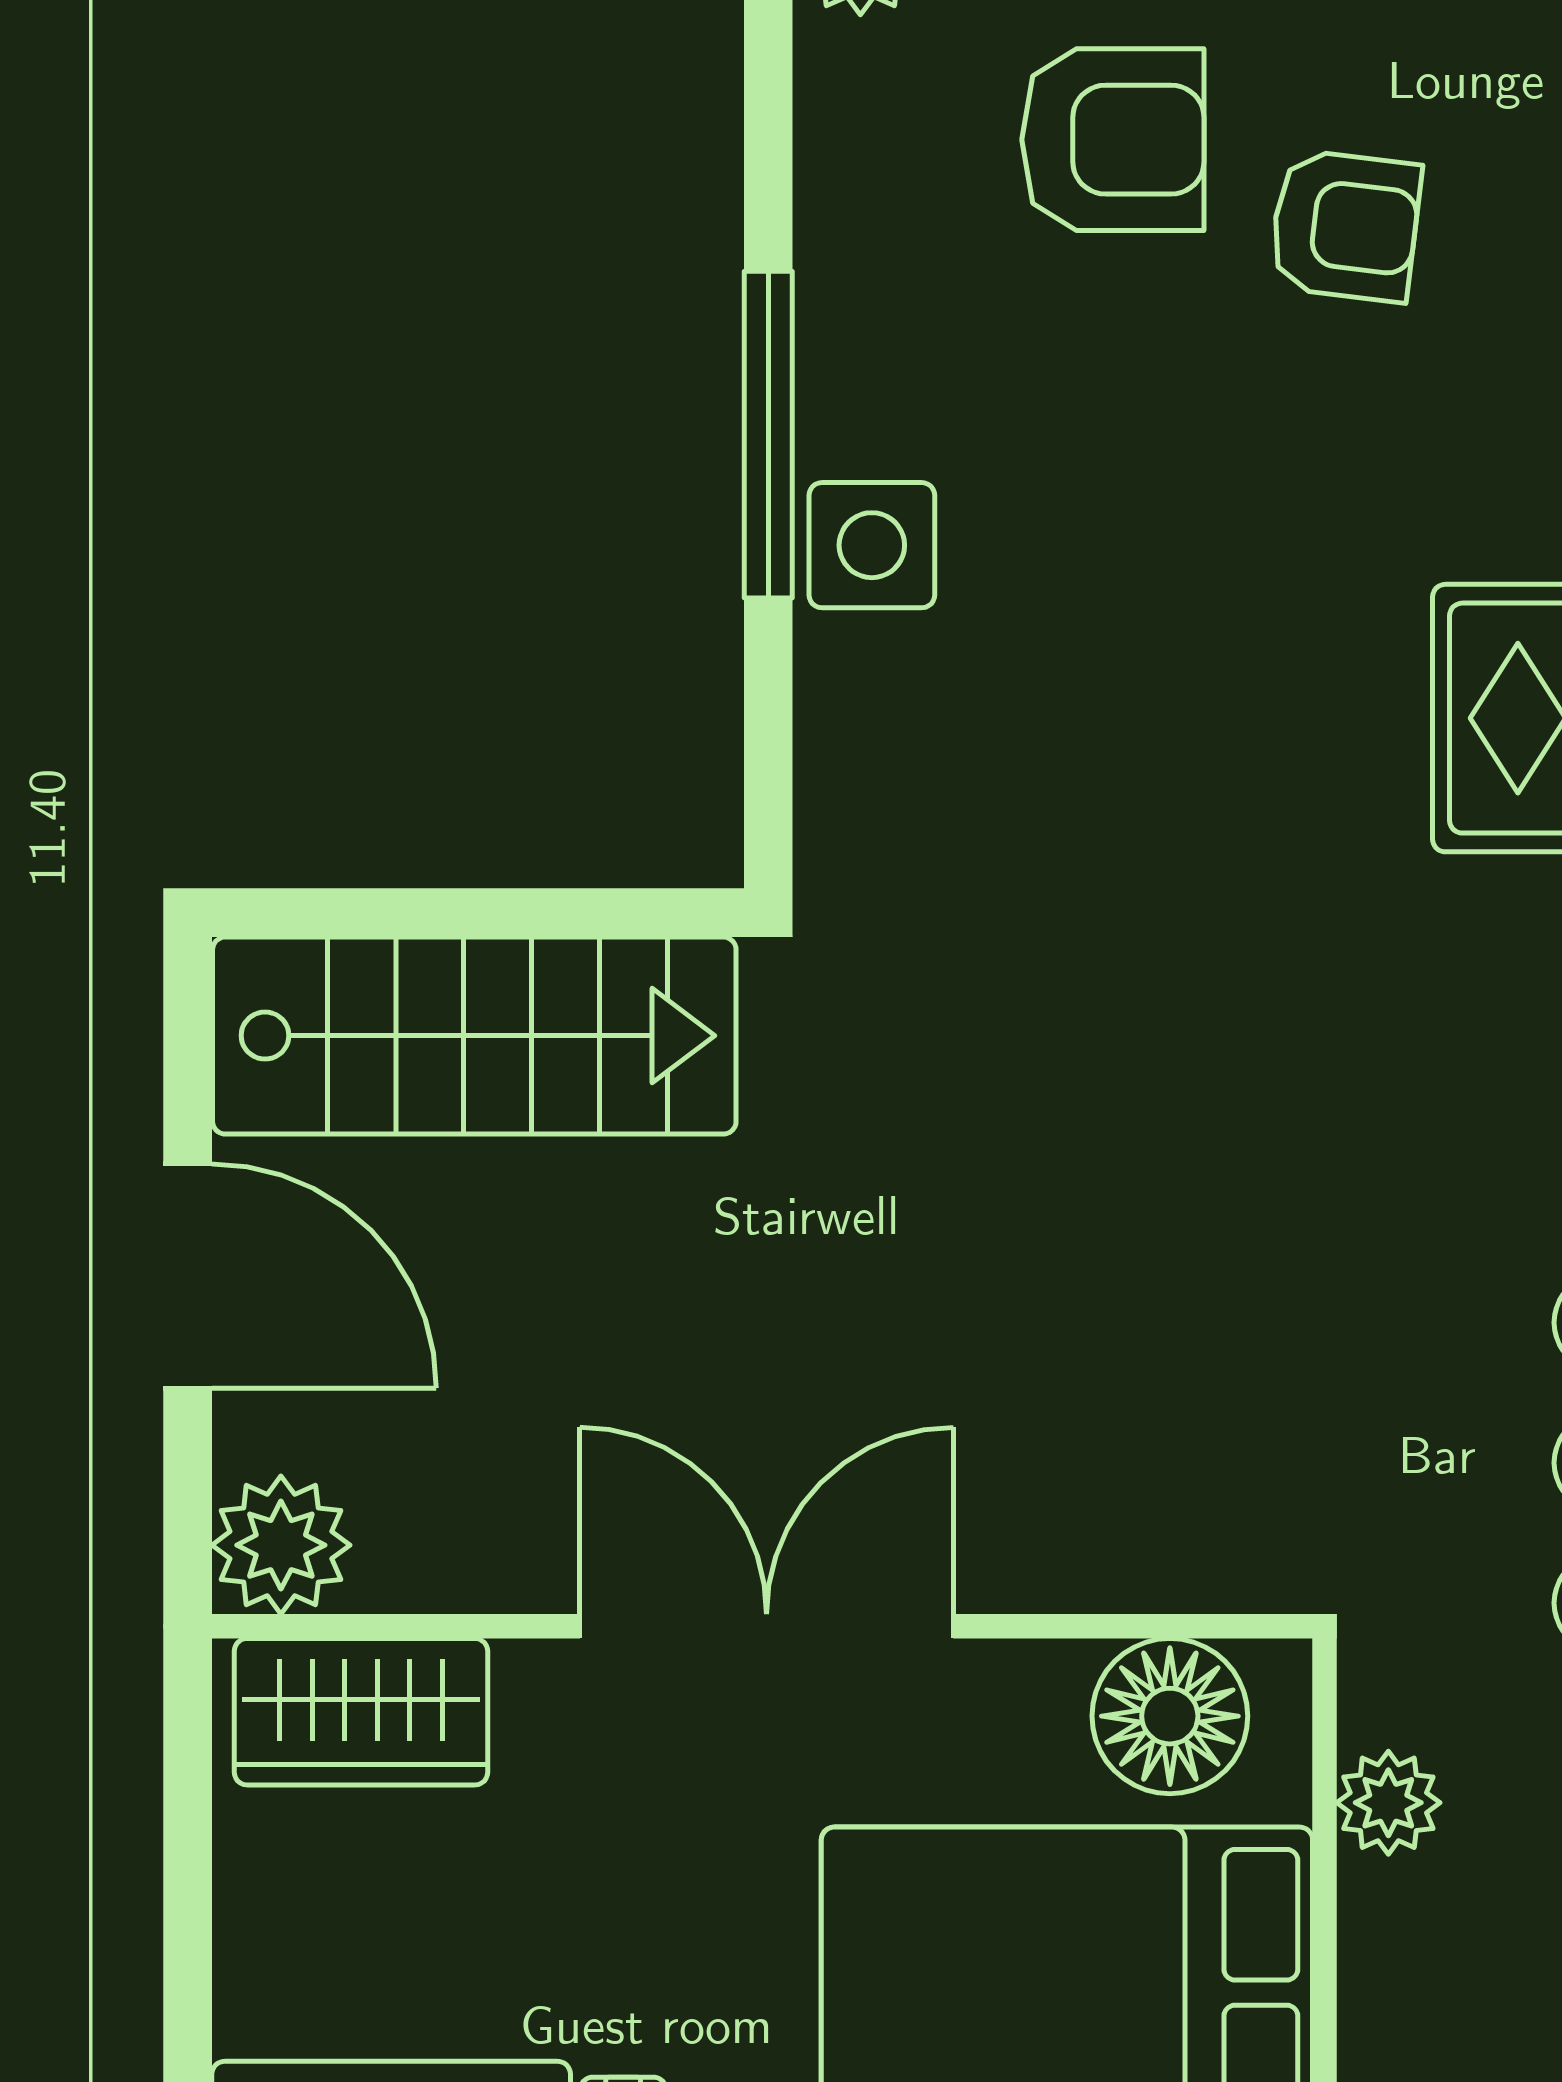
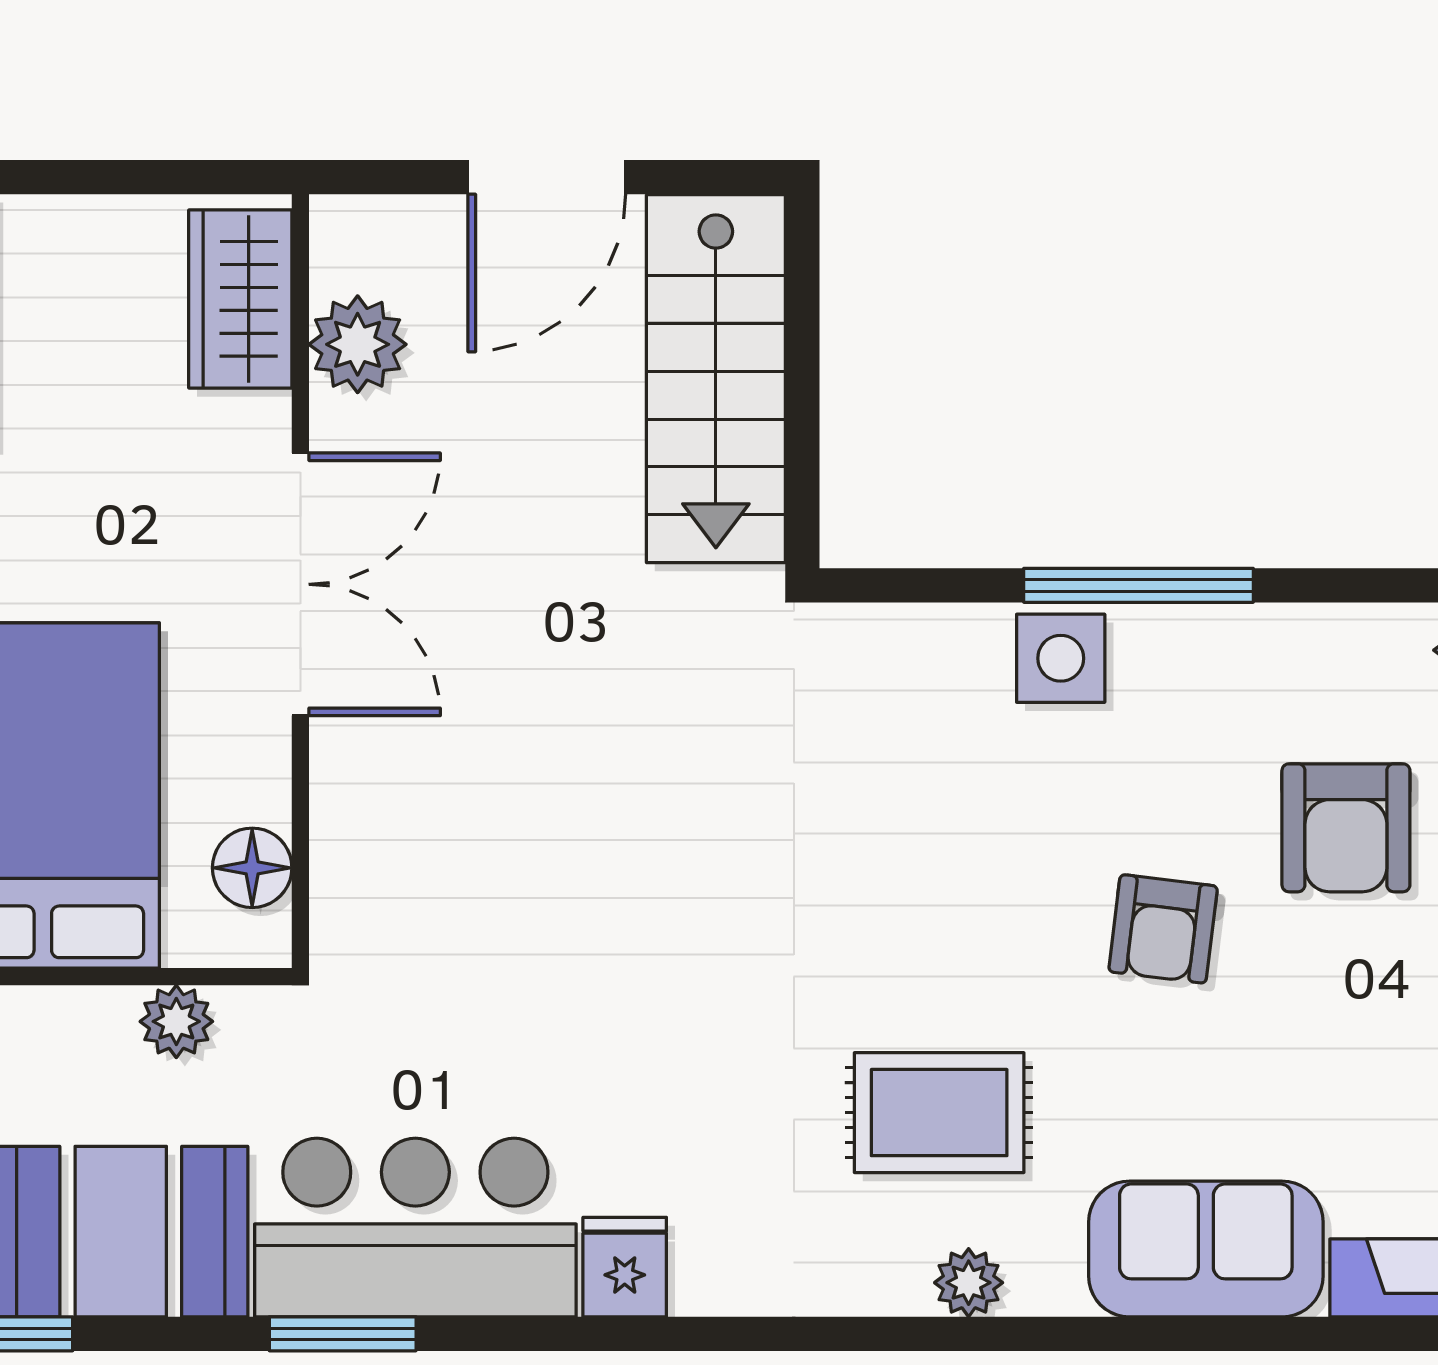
armchair: (1345, 226) -> (1163, 929), moved
plant: (281, 1545) -> (358, 344), moved
floor lamp: (1170, 1716) -> (252, 868), width x0.73, depth x0.73

